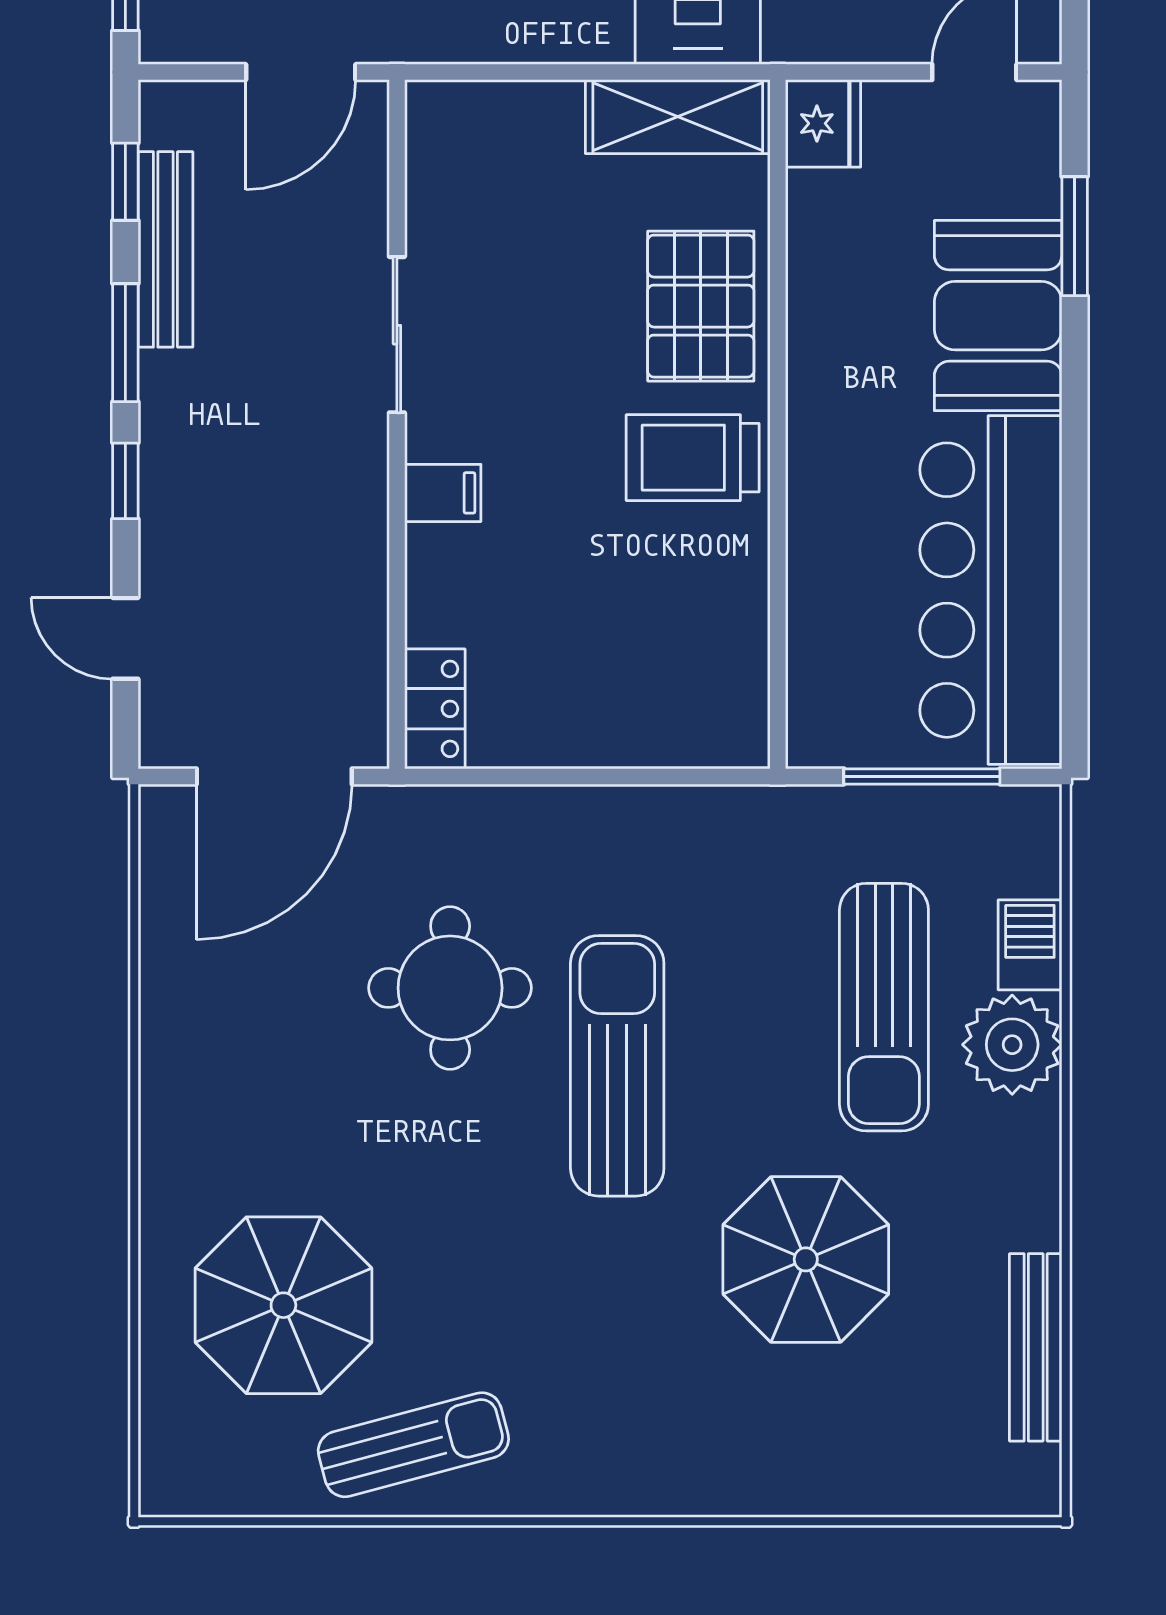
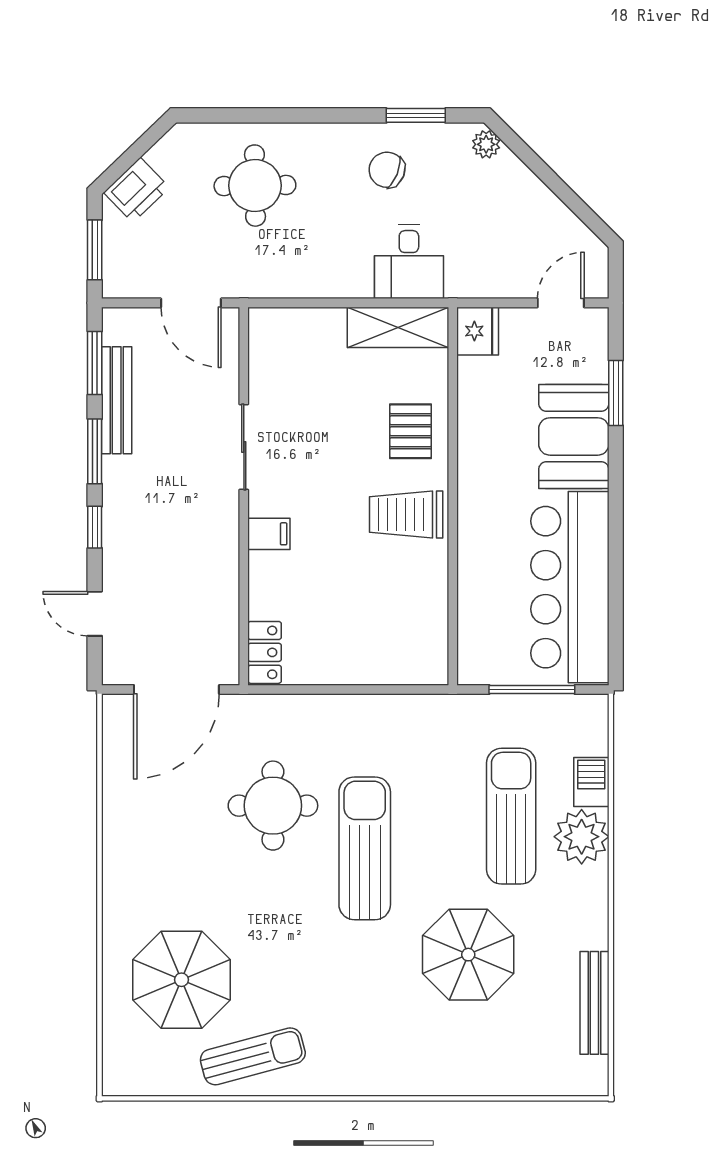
door: (301, 72) -> (191, 303), hinge flipped
window: (125, 182) -> (95, 363), width x1.50
pallet: (701, 306) -> (411, 431), width x0.67, depth x0.71
sun lounger: (884, 1007) -> (511, 816), turned 180

